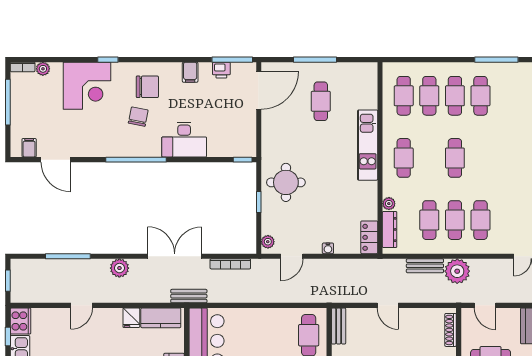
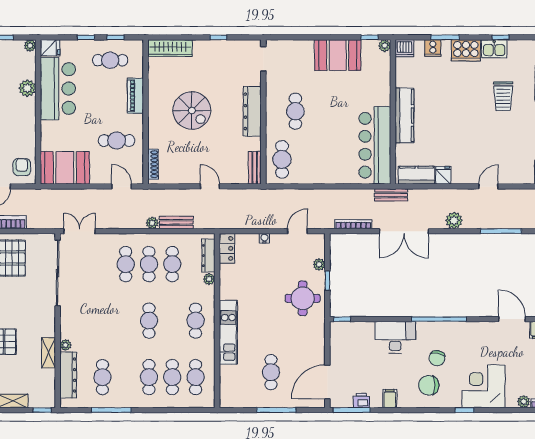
cafe table: (481, 96) -> (102, 377), moved
plant: (268, 242) -> (319, 264), moved
plant: (457, 271) -> (152, 223), width x0.53, depth x0.53

